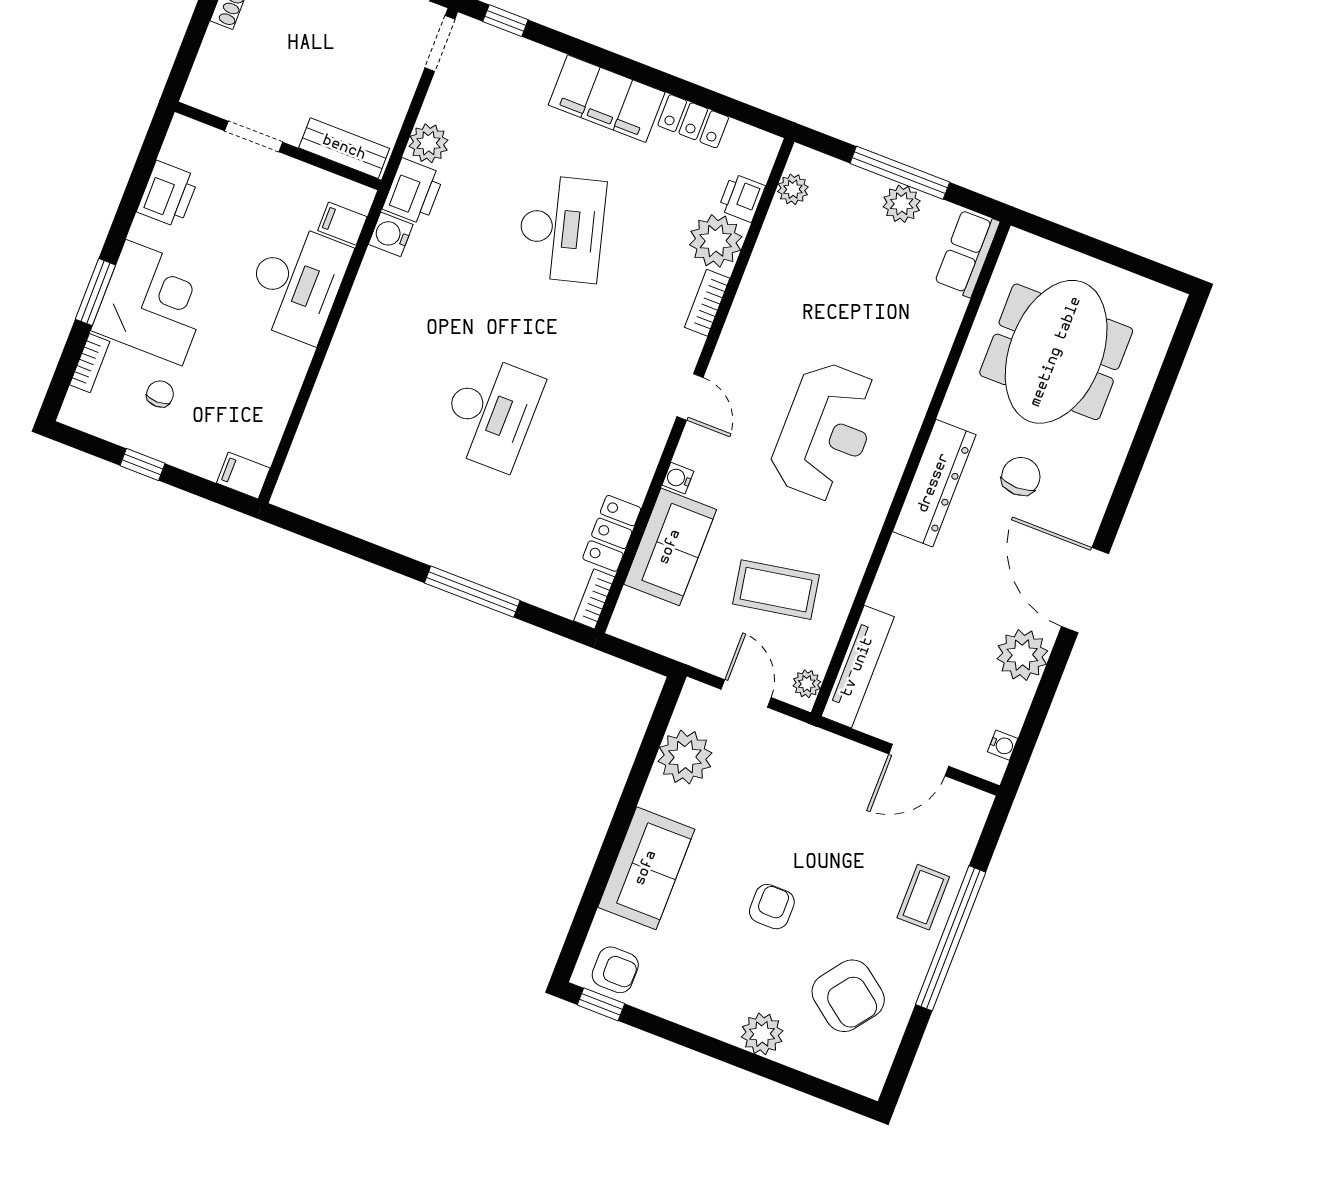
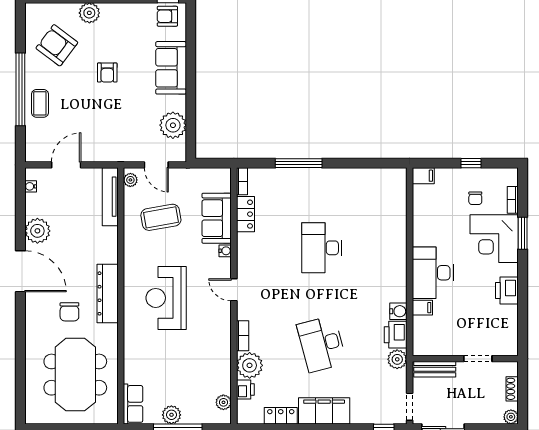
doorway: (254, 137) -> (478, 359), moved
wall: (278, 146) -> (465, 359), moved
bench: (344, 148) -> (435, 369), moved

